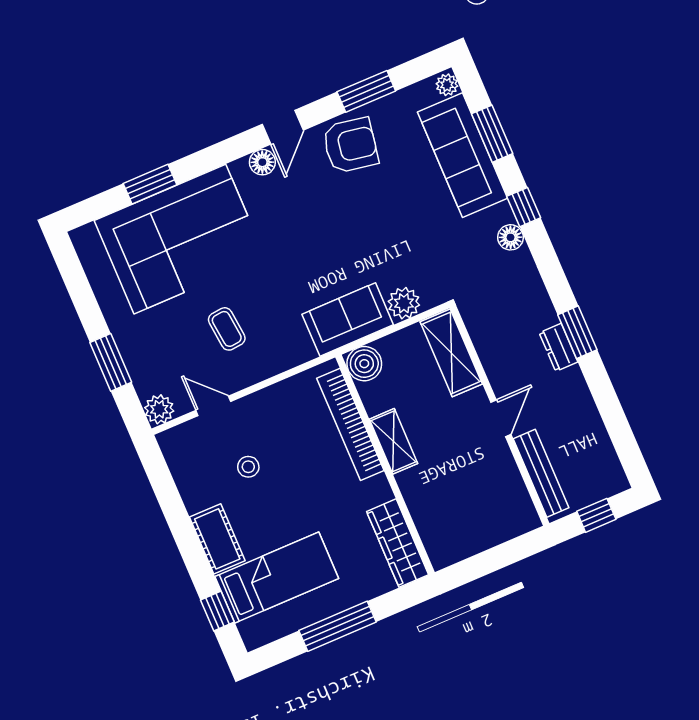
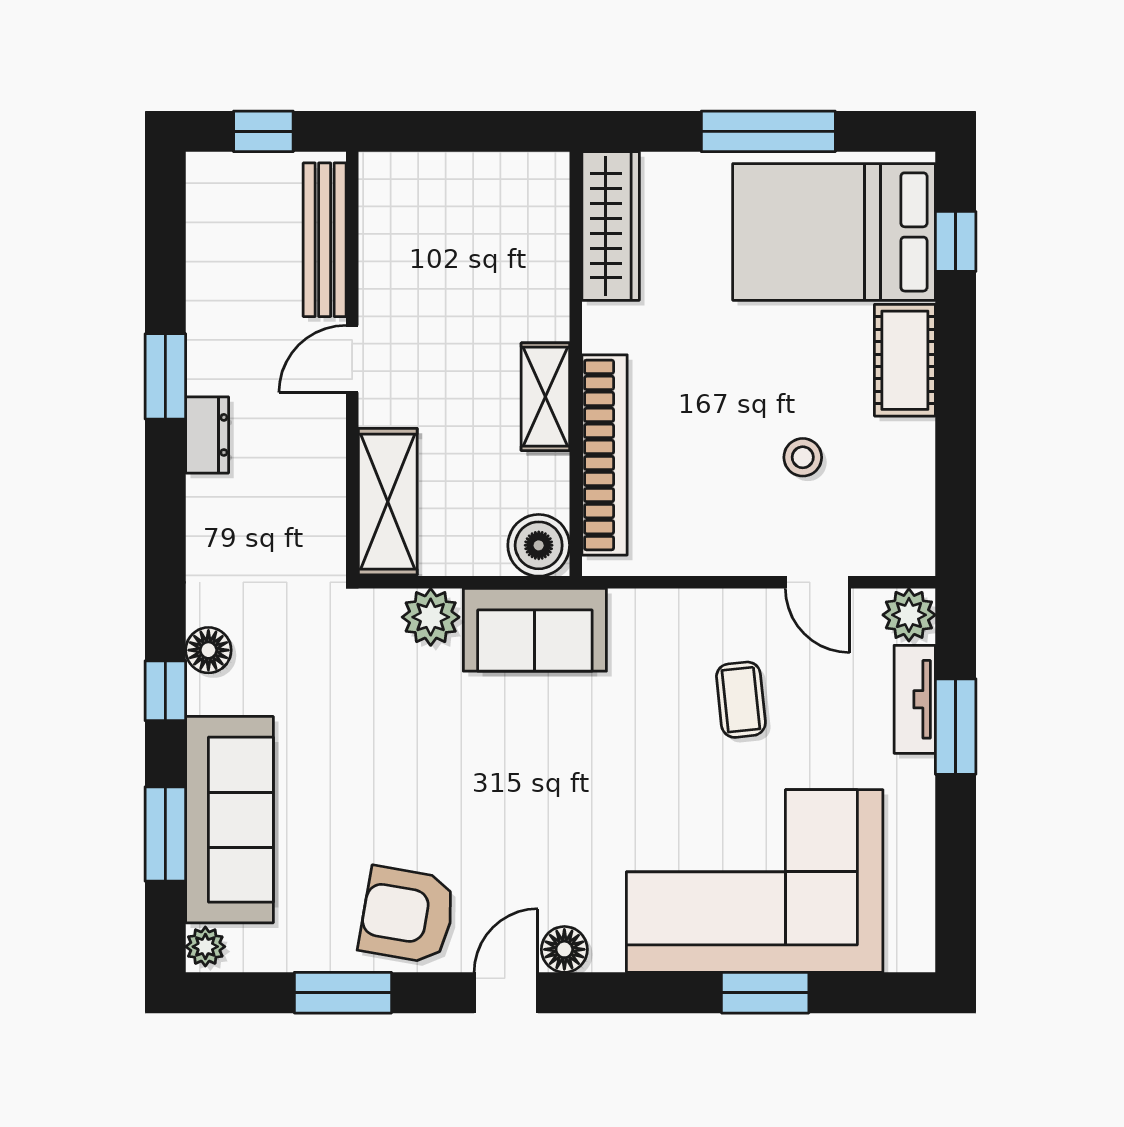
window: (577, 332) -> (165, 376), moved
tv unit: (138, 367) -> (915, 699), added
bed: (277, 577) -> (834, 232), width x1.50

